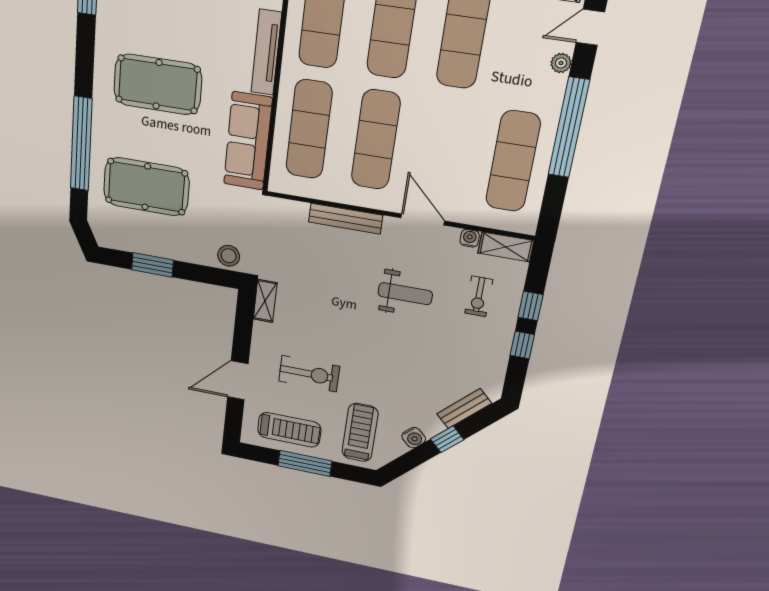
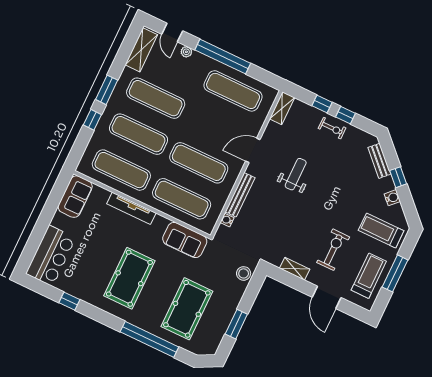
sofa: (248, 141) -> (185, 240), width x0.73
water cooler: (470, 238) -> (227, 220), moved
exercise bike: (479, 296) -> (332, 128), moved
shelving: (265, 301) -> (295, 269), moved

